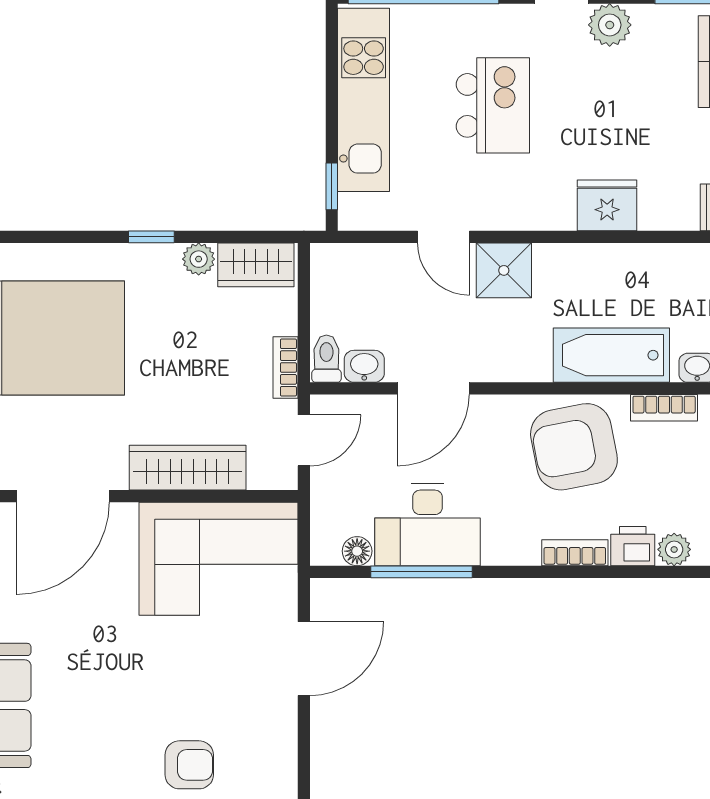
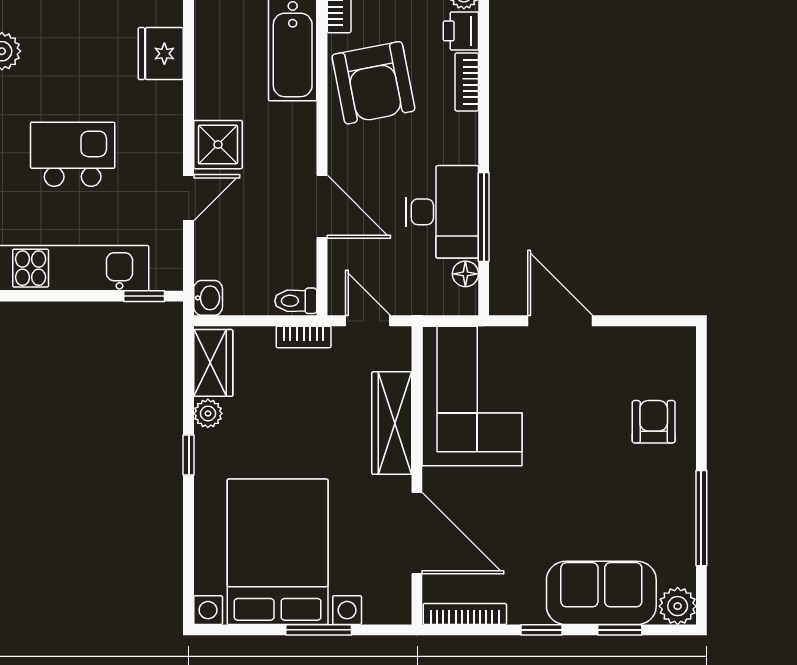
washbasin: (364, 366) -> (208, 298), moved, turned 180

